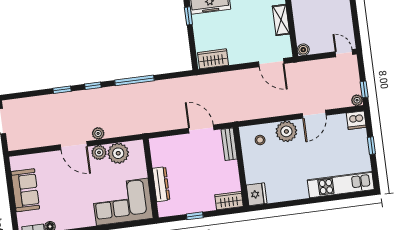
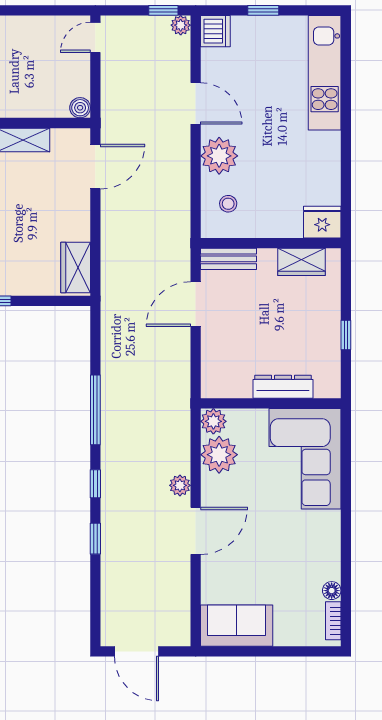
plant: (99, 152) -> (213, 421), moved
sofa: (25, 190) -> (237, 626), moved
wardrobe: (229, 201) -> (302, 262), moved, turned -90

